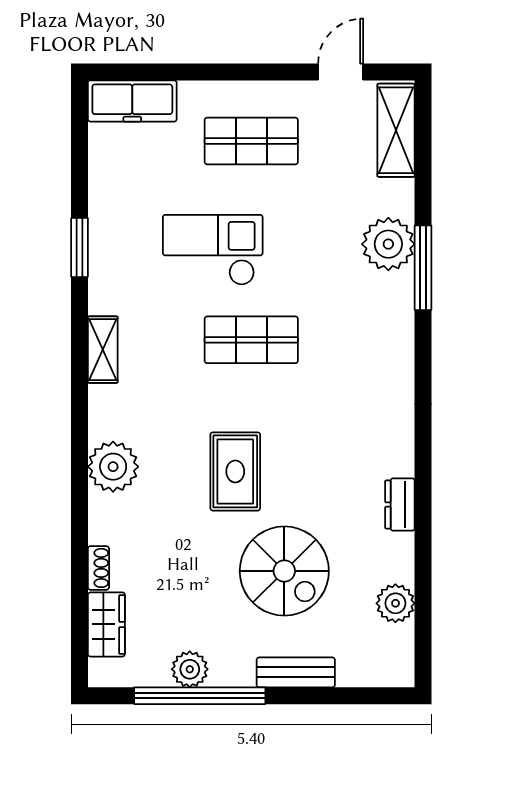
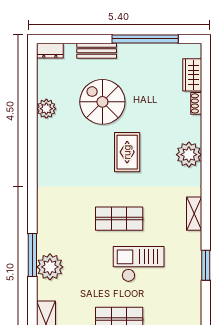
checkout: (213, 250) -> (139, 264), turned 180
dresser: (400, 505) -> (50, 51), moved, turned 90
plant: (395, 603) -> (46, 109), moved
plant: (190, 669) -> (150, 52), removed

